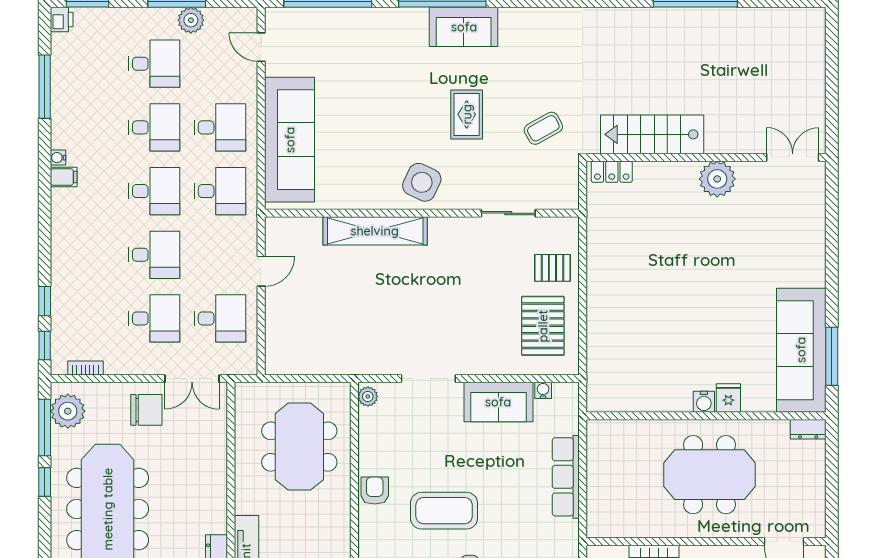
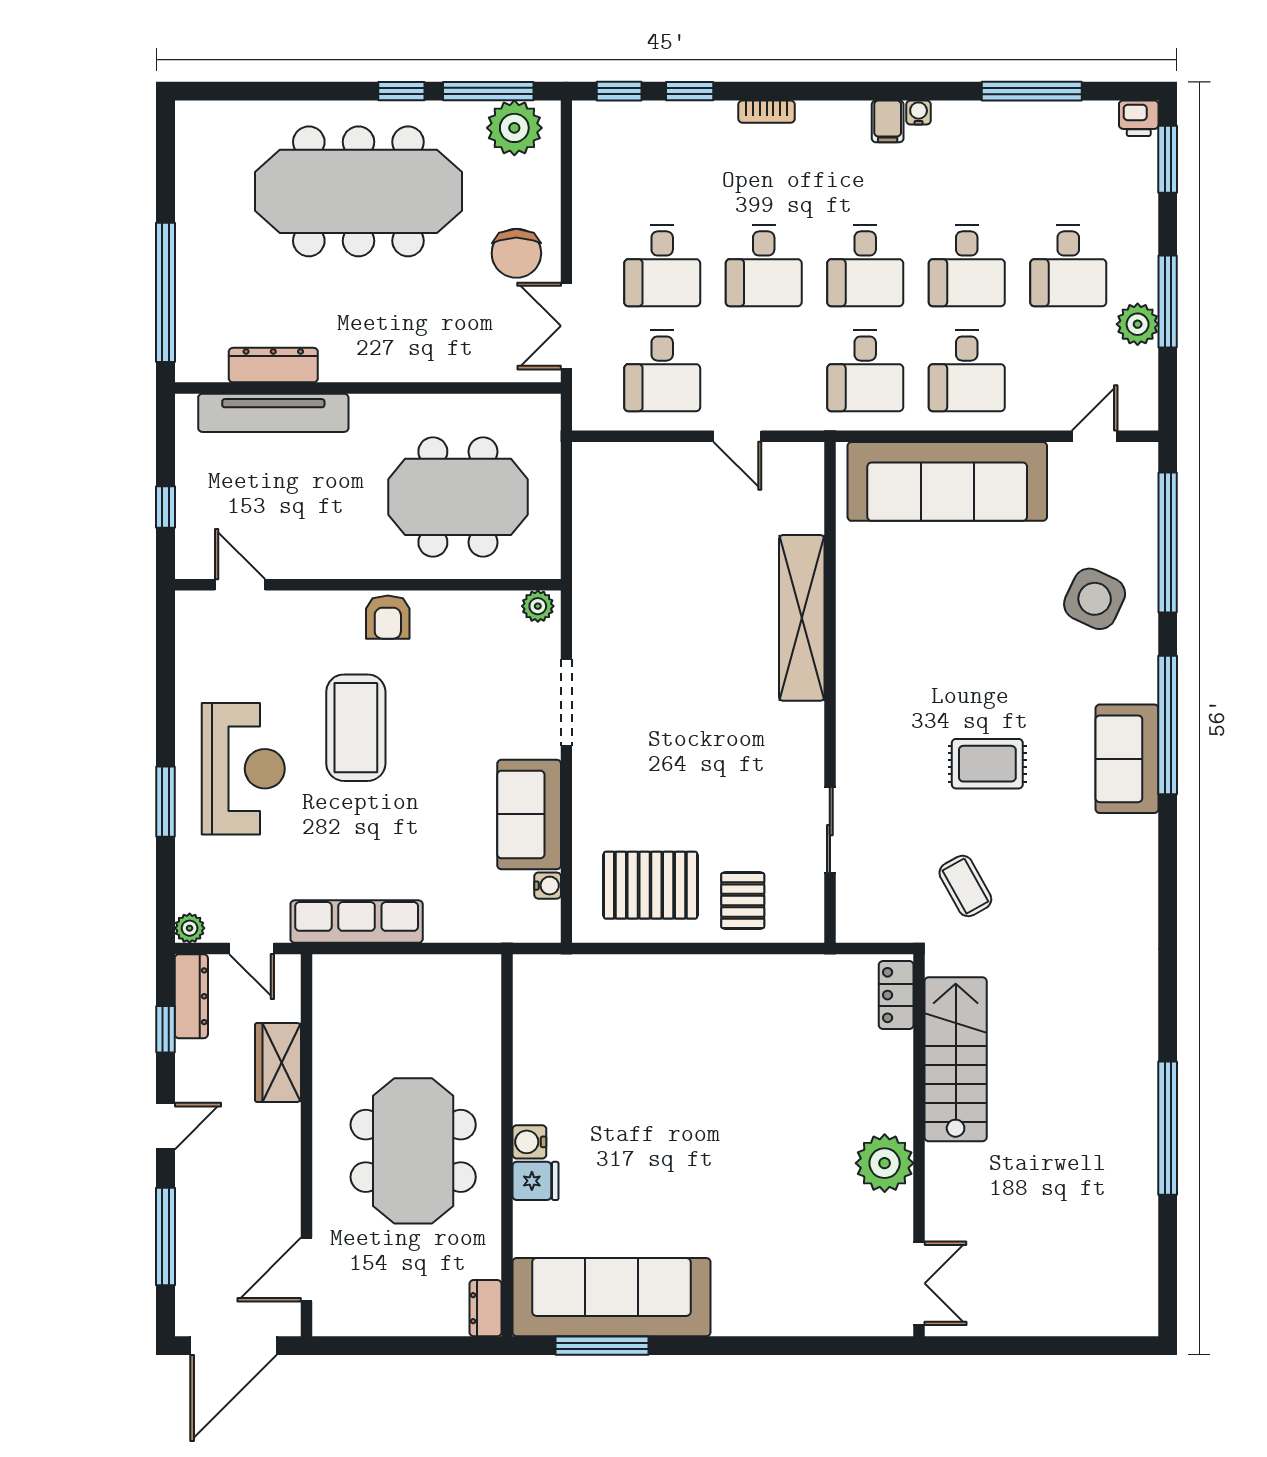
side table: (422, 182) -> (1095, 599), moved
bookcase: (85, 368) -> (767, 112), moved, turned 90
row of seats: (566, 477) -> (357, 922), moved
armchair: (375, 491) -> (388, 617), turned 90

